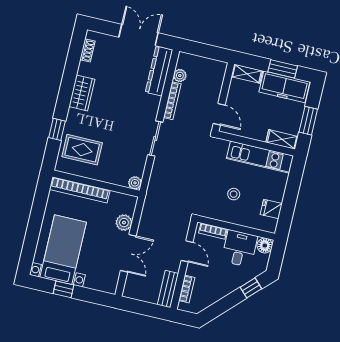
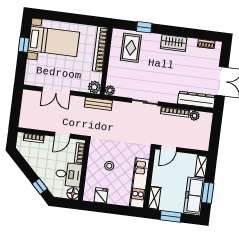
plant: (124, 223) -> (94, 87), moved
bench: (168, 289) -> (98, 104), moved

